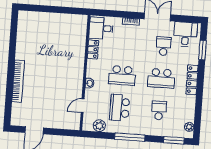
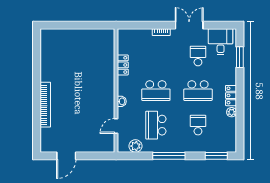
desk: (101, 28) -> (130, 42), removed
locker: (192, 80) -> (231, 96), width x0.66
plant: (189, 127) -> (232, 112), moved

